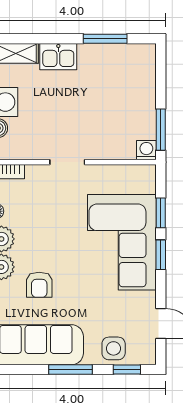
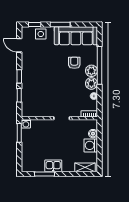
kitchen sink: (58, 57) -> (53, 166), moved
corner sofa: (122, 242) -> (37, 82), removed

